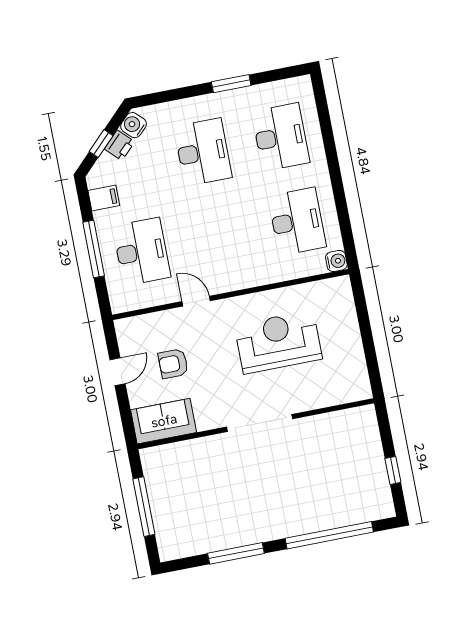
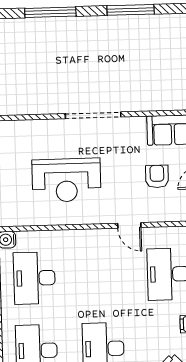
armchair: (173, 364) -> (157, 176), turned -90
window: (329, 535) -> (50, 12), width x0.68

